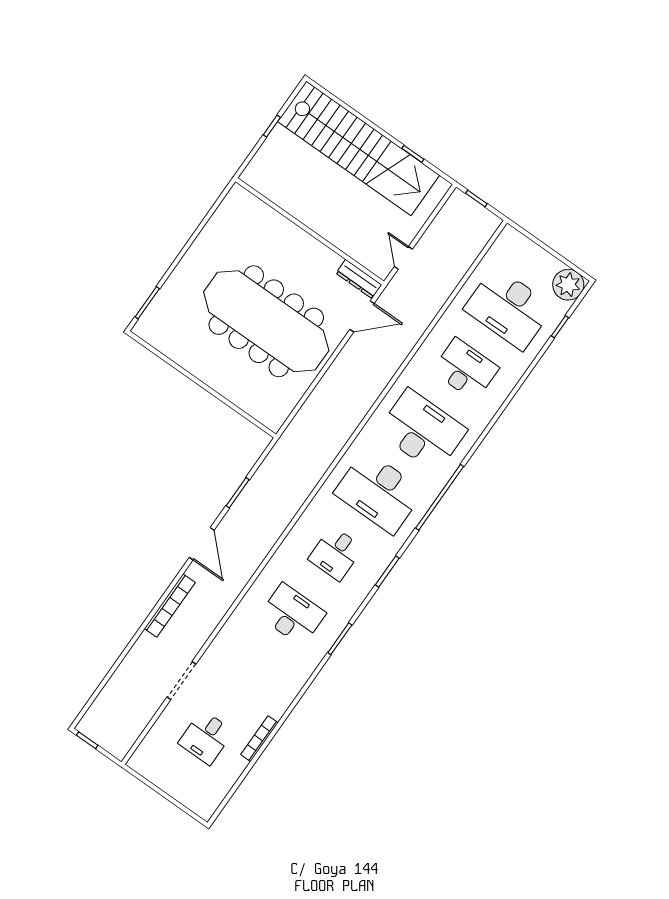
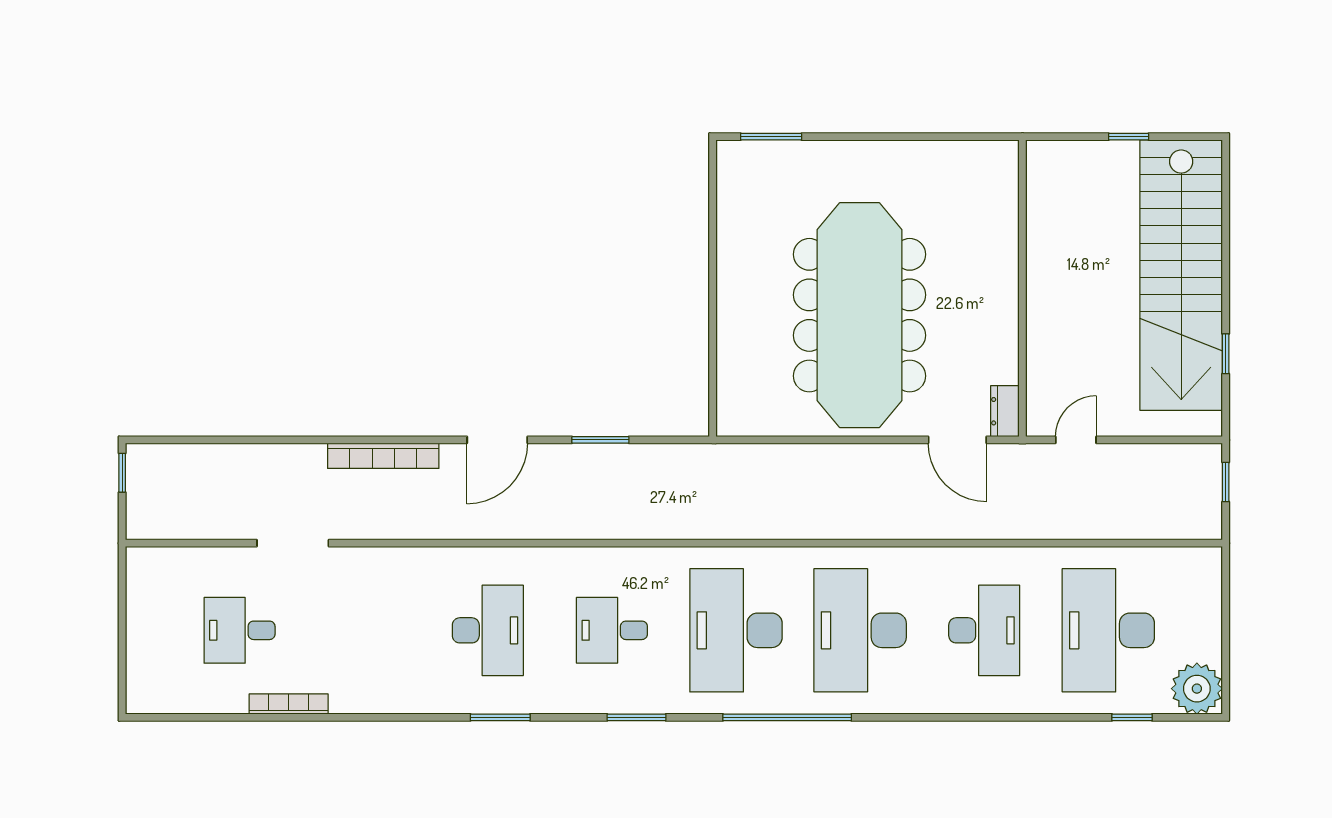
dresser: (359, 279) -> (1005, 411), width x0.70
desk: (422, 431) -> (860, 630), turned 180

